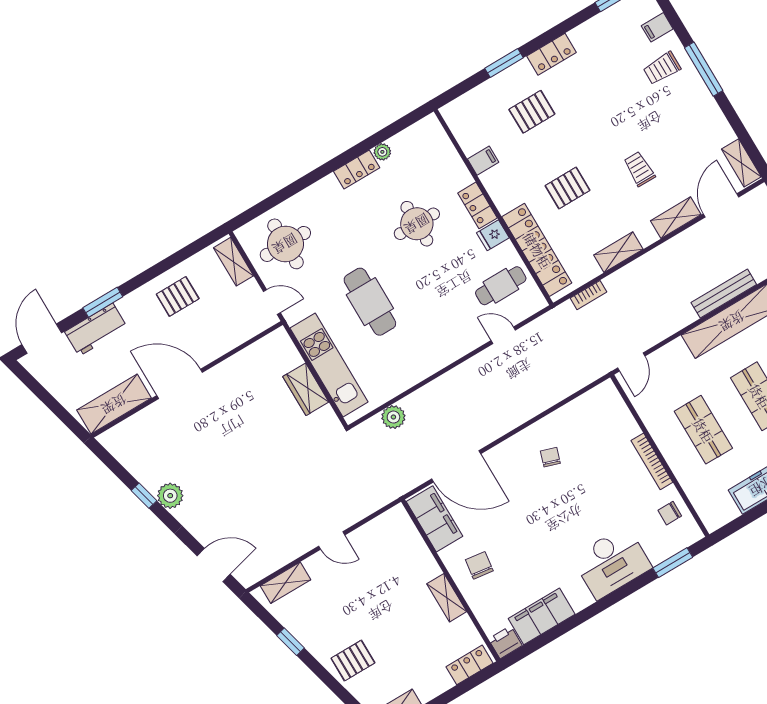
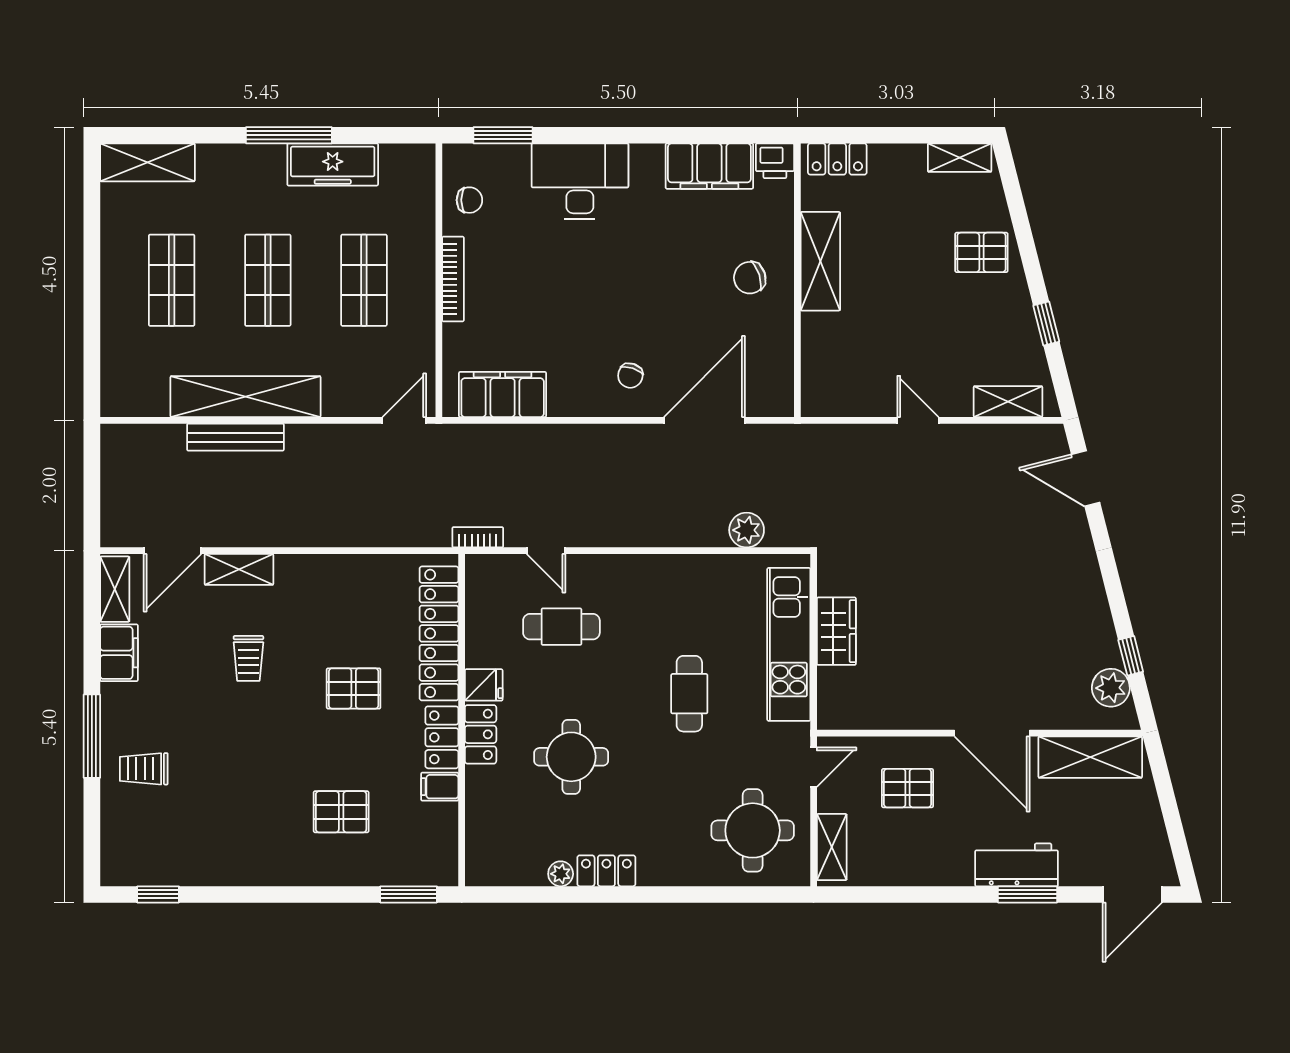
filing cabinet: (657, 27) -> (119, 653), moved, width x2.00
locker: (551, 54) -> (442, 737), moved, turned -90
window: (504, 63) -> (409, 894), moved
trolley: (662, 68) -> (144, 769), turned 180
shelving: (618, 252) -> (338, 569), removed
cafe table: (501, 286) -> (561, 627), moved
bookcase: (588, 295) -> (478, 537), moved
pallet: (178, 296) -> (908, 788), moved
door: (272, 302) -> (814, 767), swing flipped
cafe table: (370, 302) -> (689, 694), width x0.73, depth x0.74
workbench: (96, 330) -> (1017, 865), moved
chair: (550, 457) -> (630, 376), moved
door: (456, 466) -> (704, 420), hinge flipped
window: (144, 496) -> (1131, 656), moved
plant: (170, 496) -> (1111, 688), moved
filing cabinet: (434, 519) -> (503, 394), moved, turned 90
chair: (479, 565) -> (750, 278), turned 64
shelving: (447, 598) -> (820, 261), width x1.50, depth x1.33

